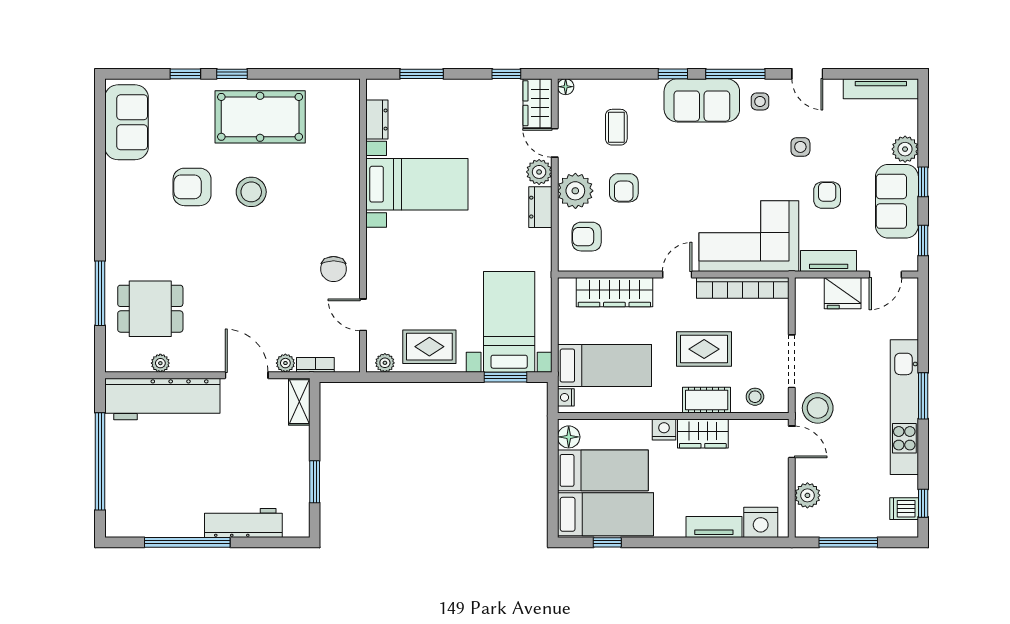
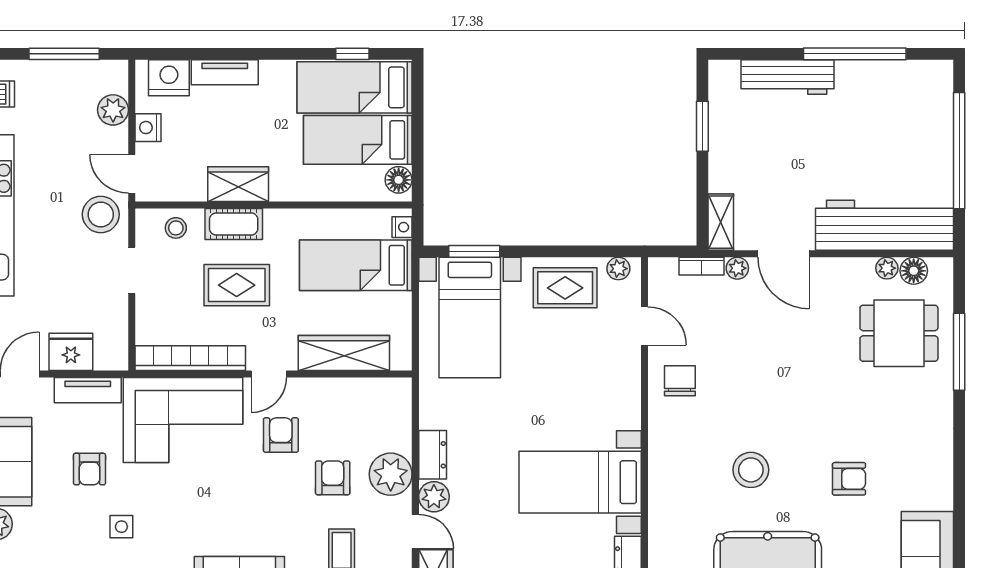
armchair: (192, 187) -> (849, 479), width x0.72, depth x0.72
stool: (251, 192) -> (751, 470), moved
armchair: (587, 237) -> (281, 435), moved, turned -90
floor lamp: (138, 361) -> (914, 271), added
doorway: (792, 361) -> (132, 270), width x0.73
nightstand: (664, 429) -> (148, 128), moved, turned 90

